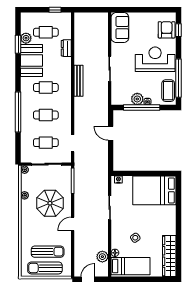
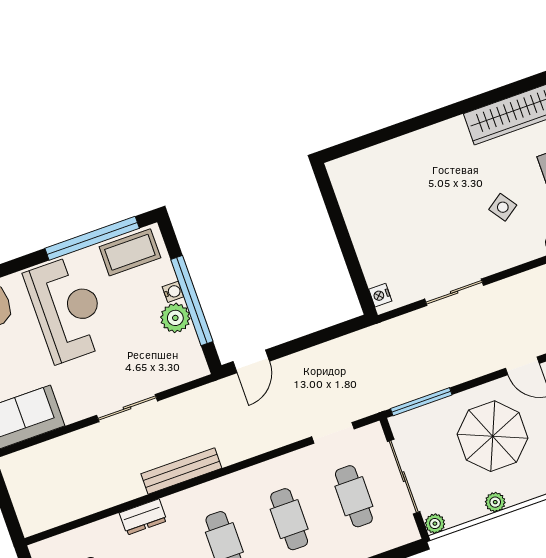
dresser: (66, 48) -> (143, 517), moved
reception desk: (155, 59) -> (67, 309), turned 180
door: (111, 133) -> (251, 361), moved
bed: (154, 190) -> (376, 201), removed

